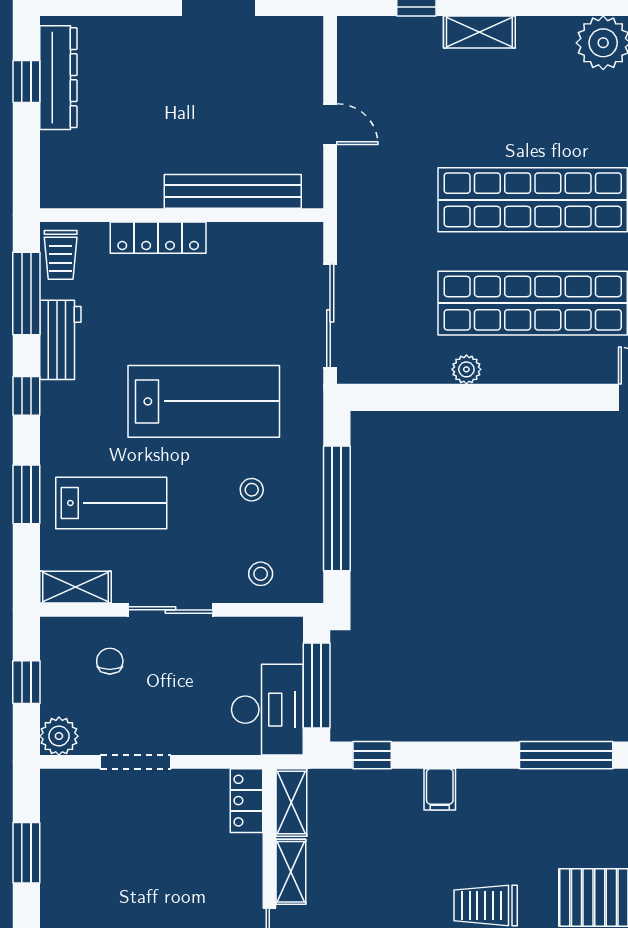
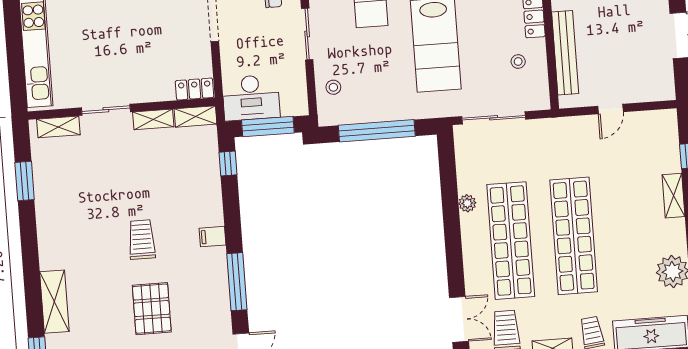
stool: (252, 490) -> (518, 61), moved
filing cabinet: (440, 789) -> (213, 237), moved

